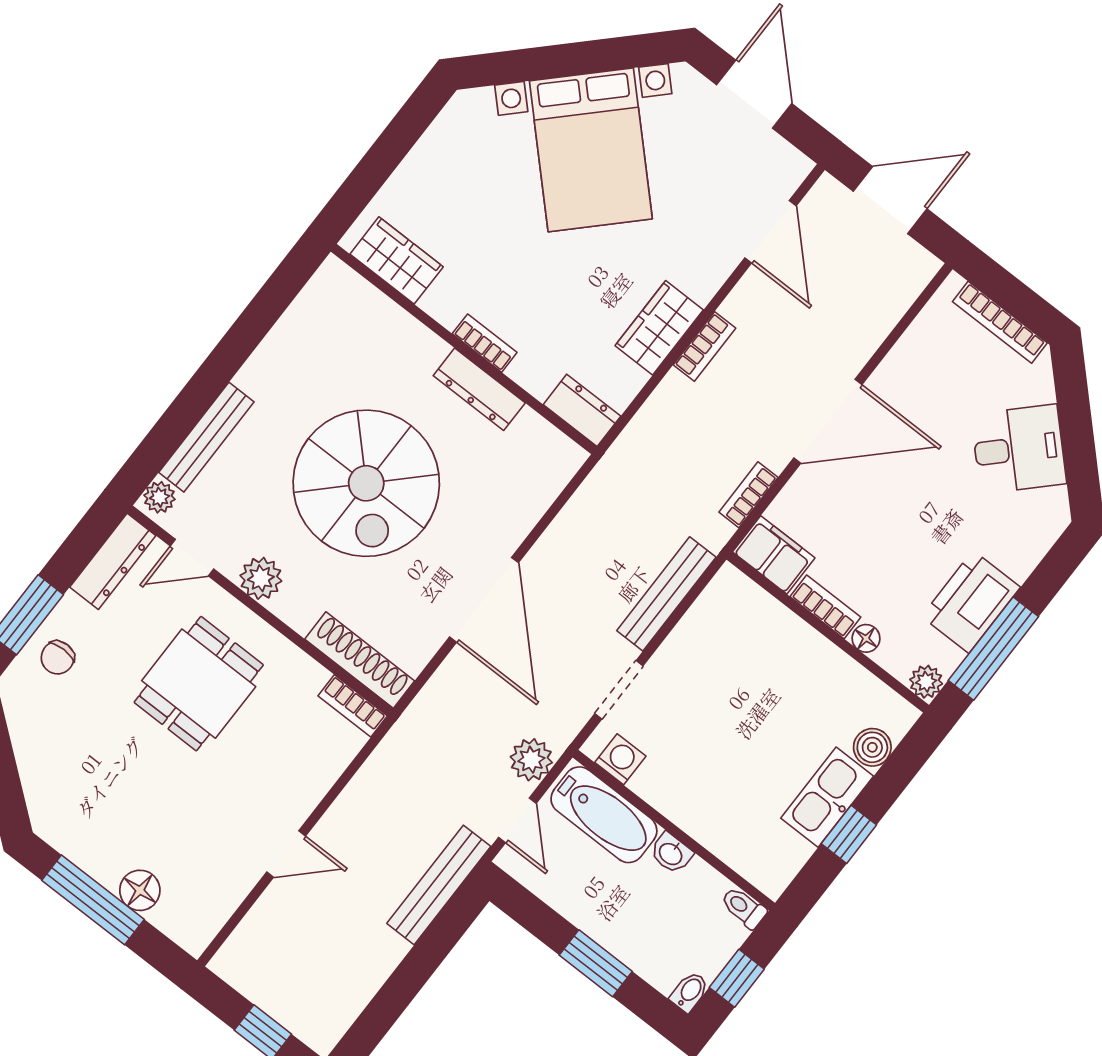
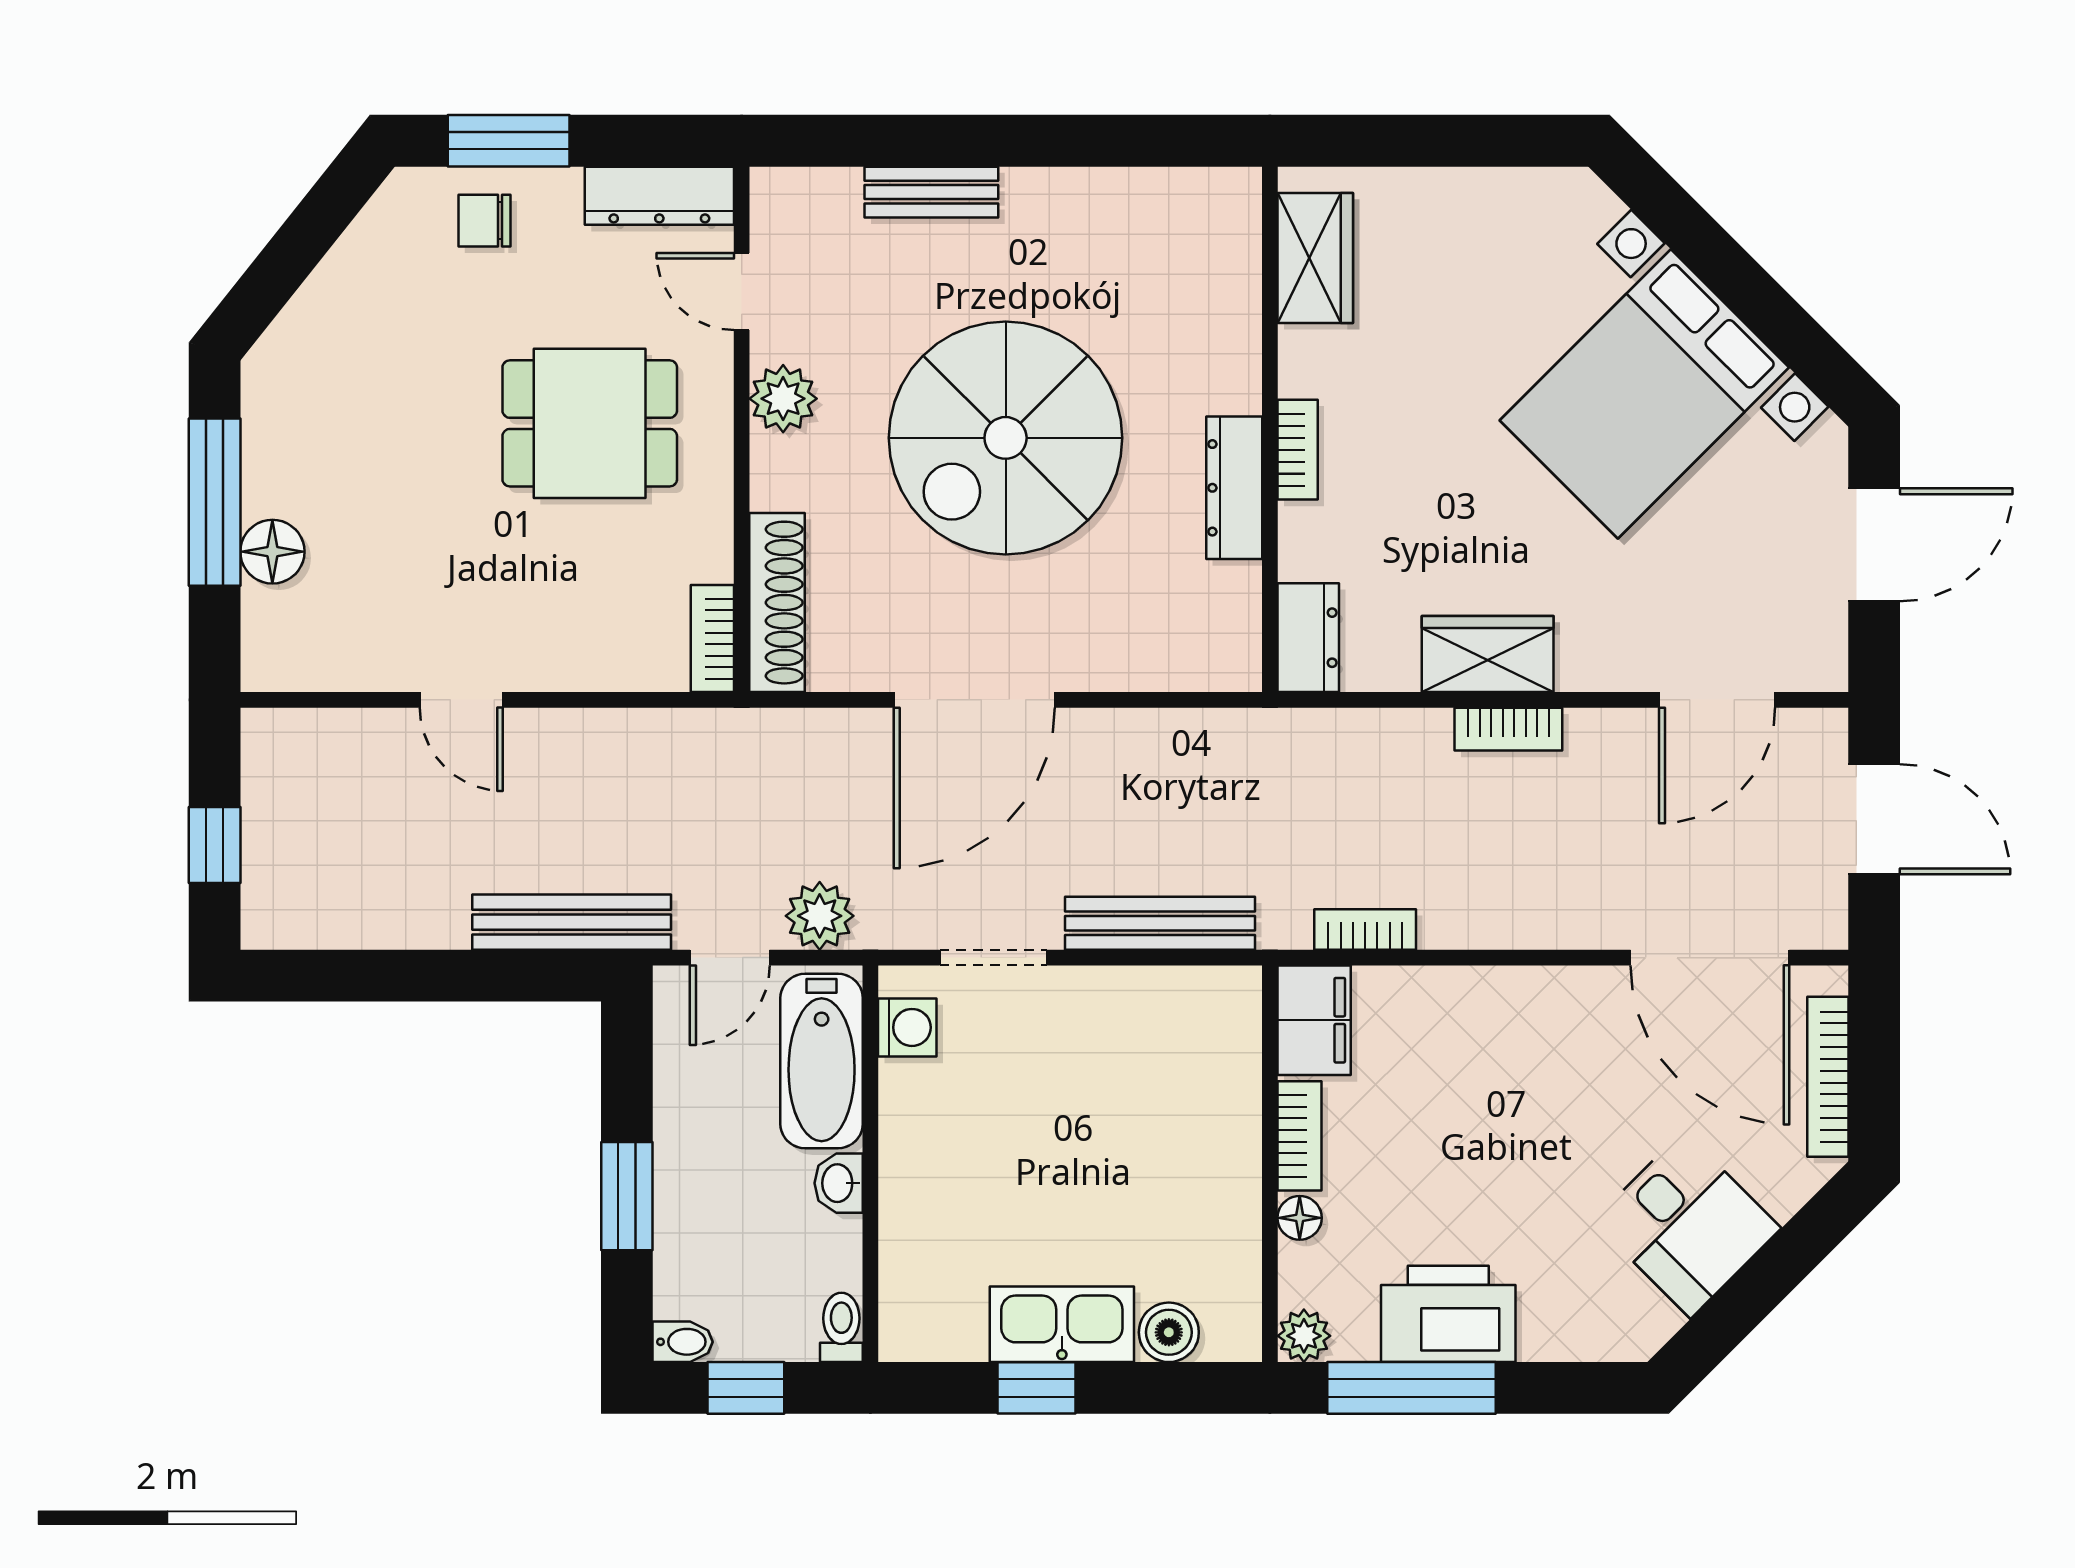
door: (828, 421) -> (1710, 958), moved
bench: (206, 437) -> (931, 192), width x0.73
plant: (159, 497) -> (786, 192), removed

